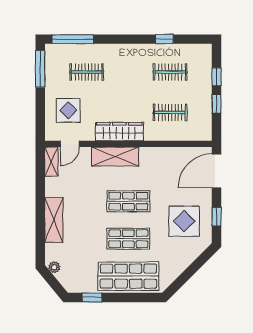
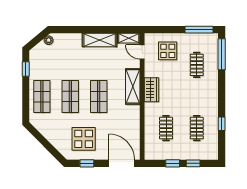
wardrobe: (119, 132) -> (151, 90), width x0.67
shelving: (54, 220) -> (100, 40), moved
shop shelf: (128, 276) -> (42, 96), width x0.70, depth x0.74

